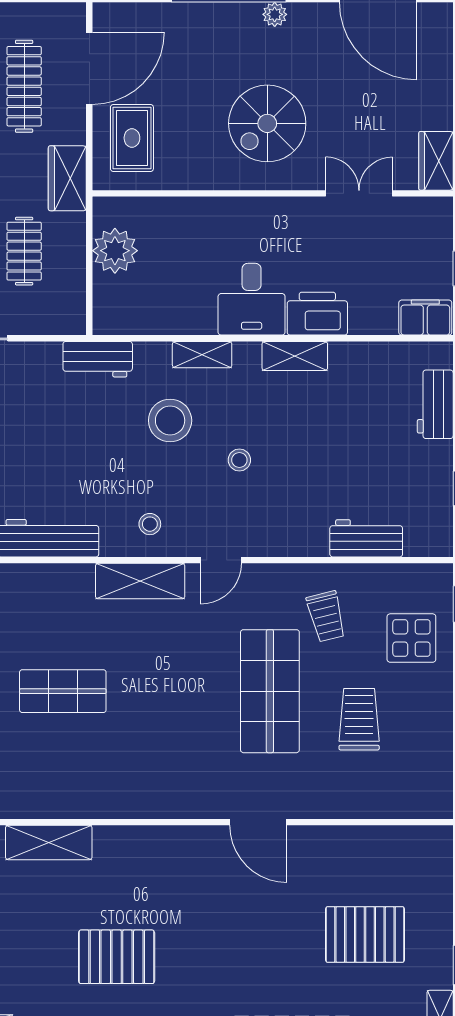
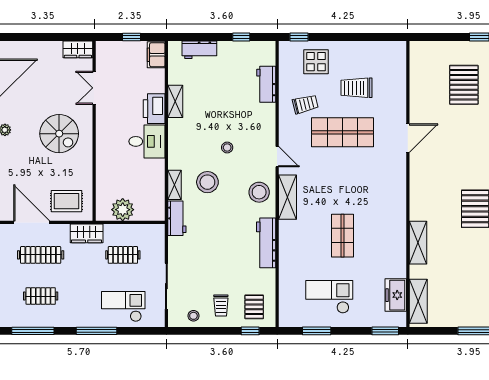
shelving: (202, 355) -> (175, 185), moved
shelving: (295, 356) -> (175, 101), moved
stool: (150, 524) -> (259, 192), width x1.89, depth x1.89

